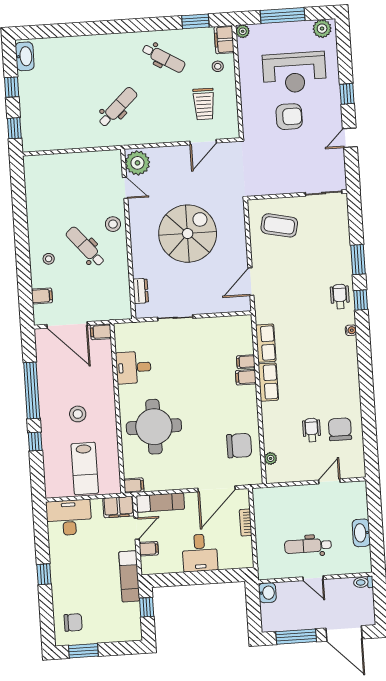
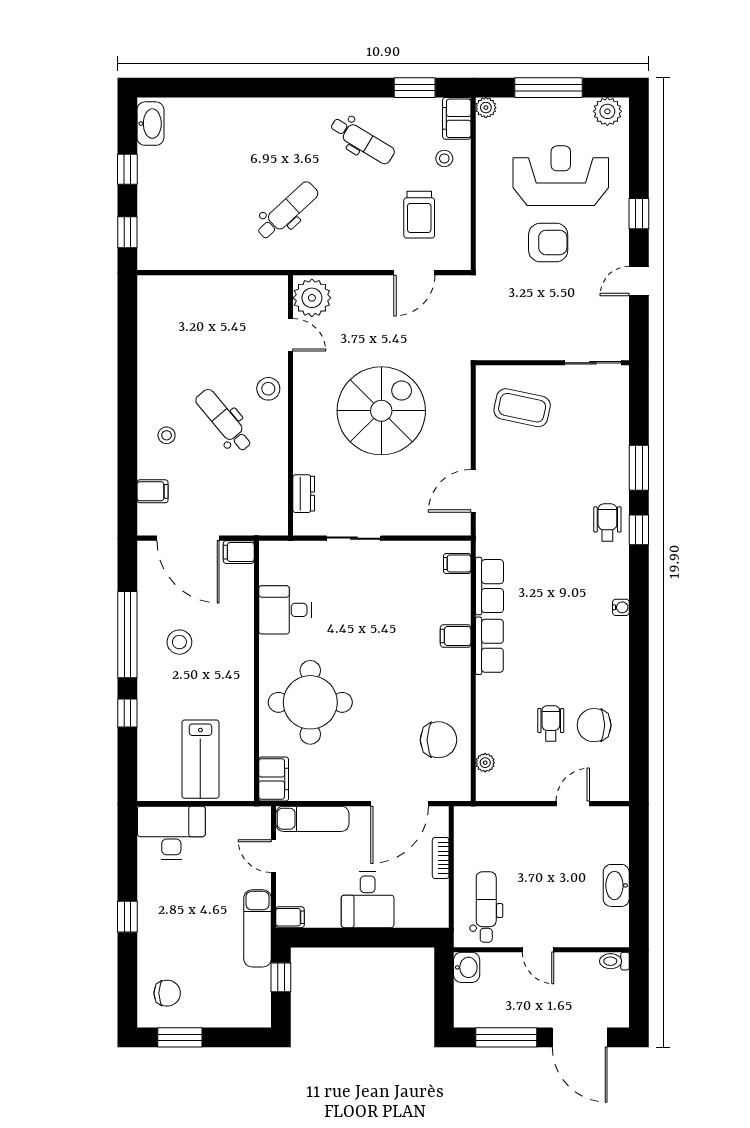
reception desk: (294, 72) -> (561, 176), turned 180
water cooler: (351, 330) -> (621, 607), moved
filing cabinet: (246, 362) -> (457, 564), moved
stool: (78, 414) -> (179, 642), moved
chair: (340, 429) -> (594, 725), turned -90
filing cabinet: (134, 485) -> (274, 779), width x2.00
filing cabinet: (118, 507) -> (248, 821), removed
door: (137, 529) -> (274, 856), swing flipped
dental chair: (308, 546) -> (486, 907), moved, turned 90
filing cabinet: (149, 549) -> (290, 917), moved

